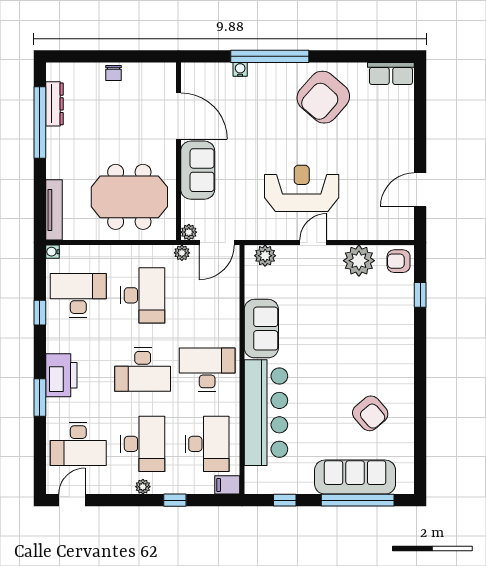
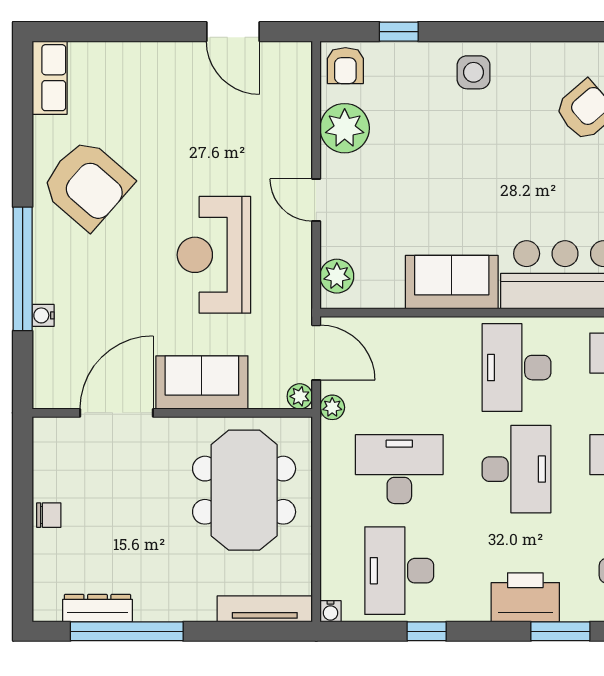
reception desk: (302, 188) -> (214, 255), moved
side table: (394, 342) -> (474, 72), added

